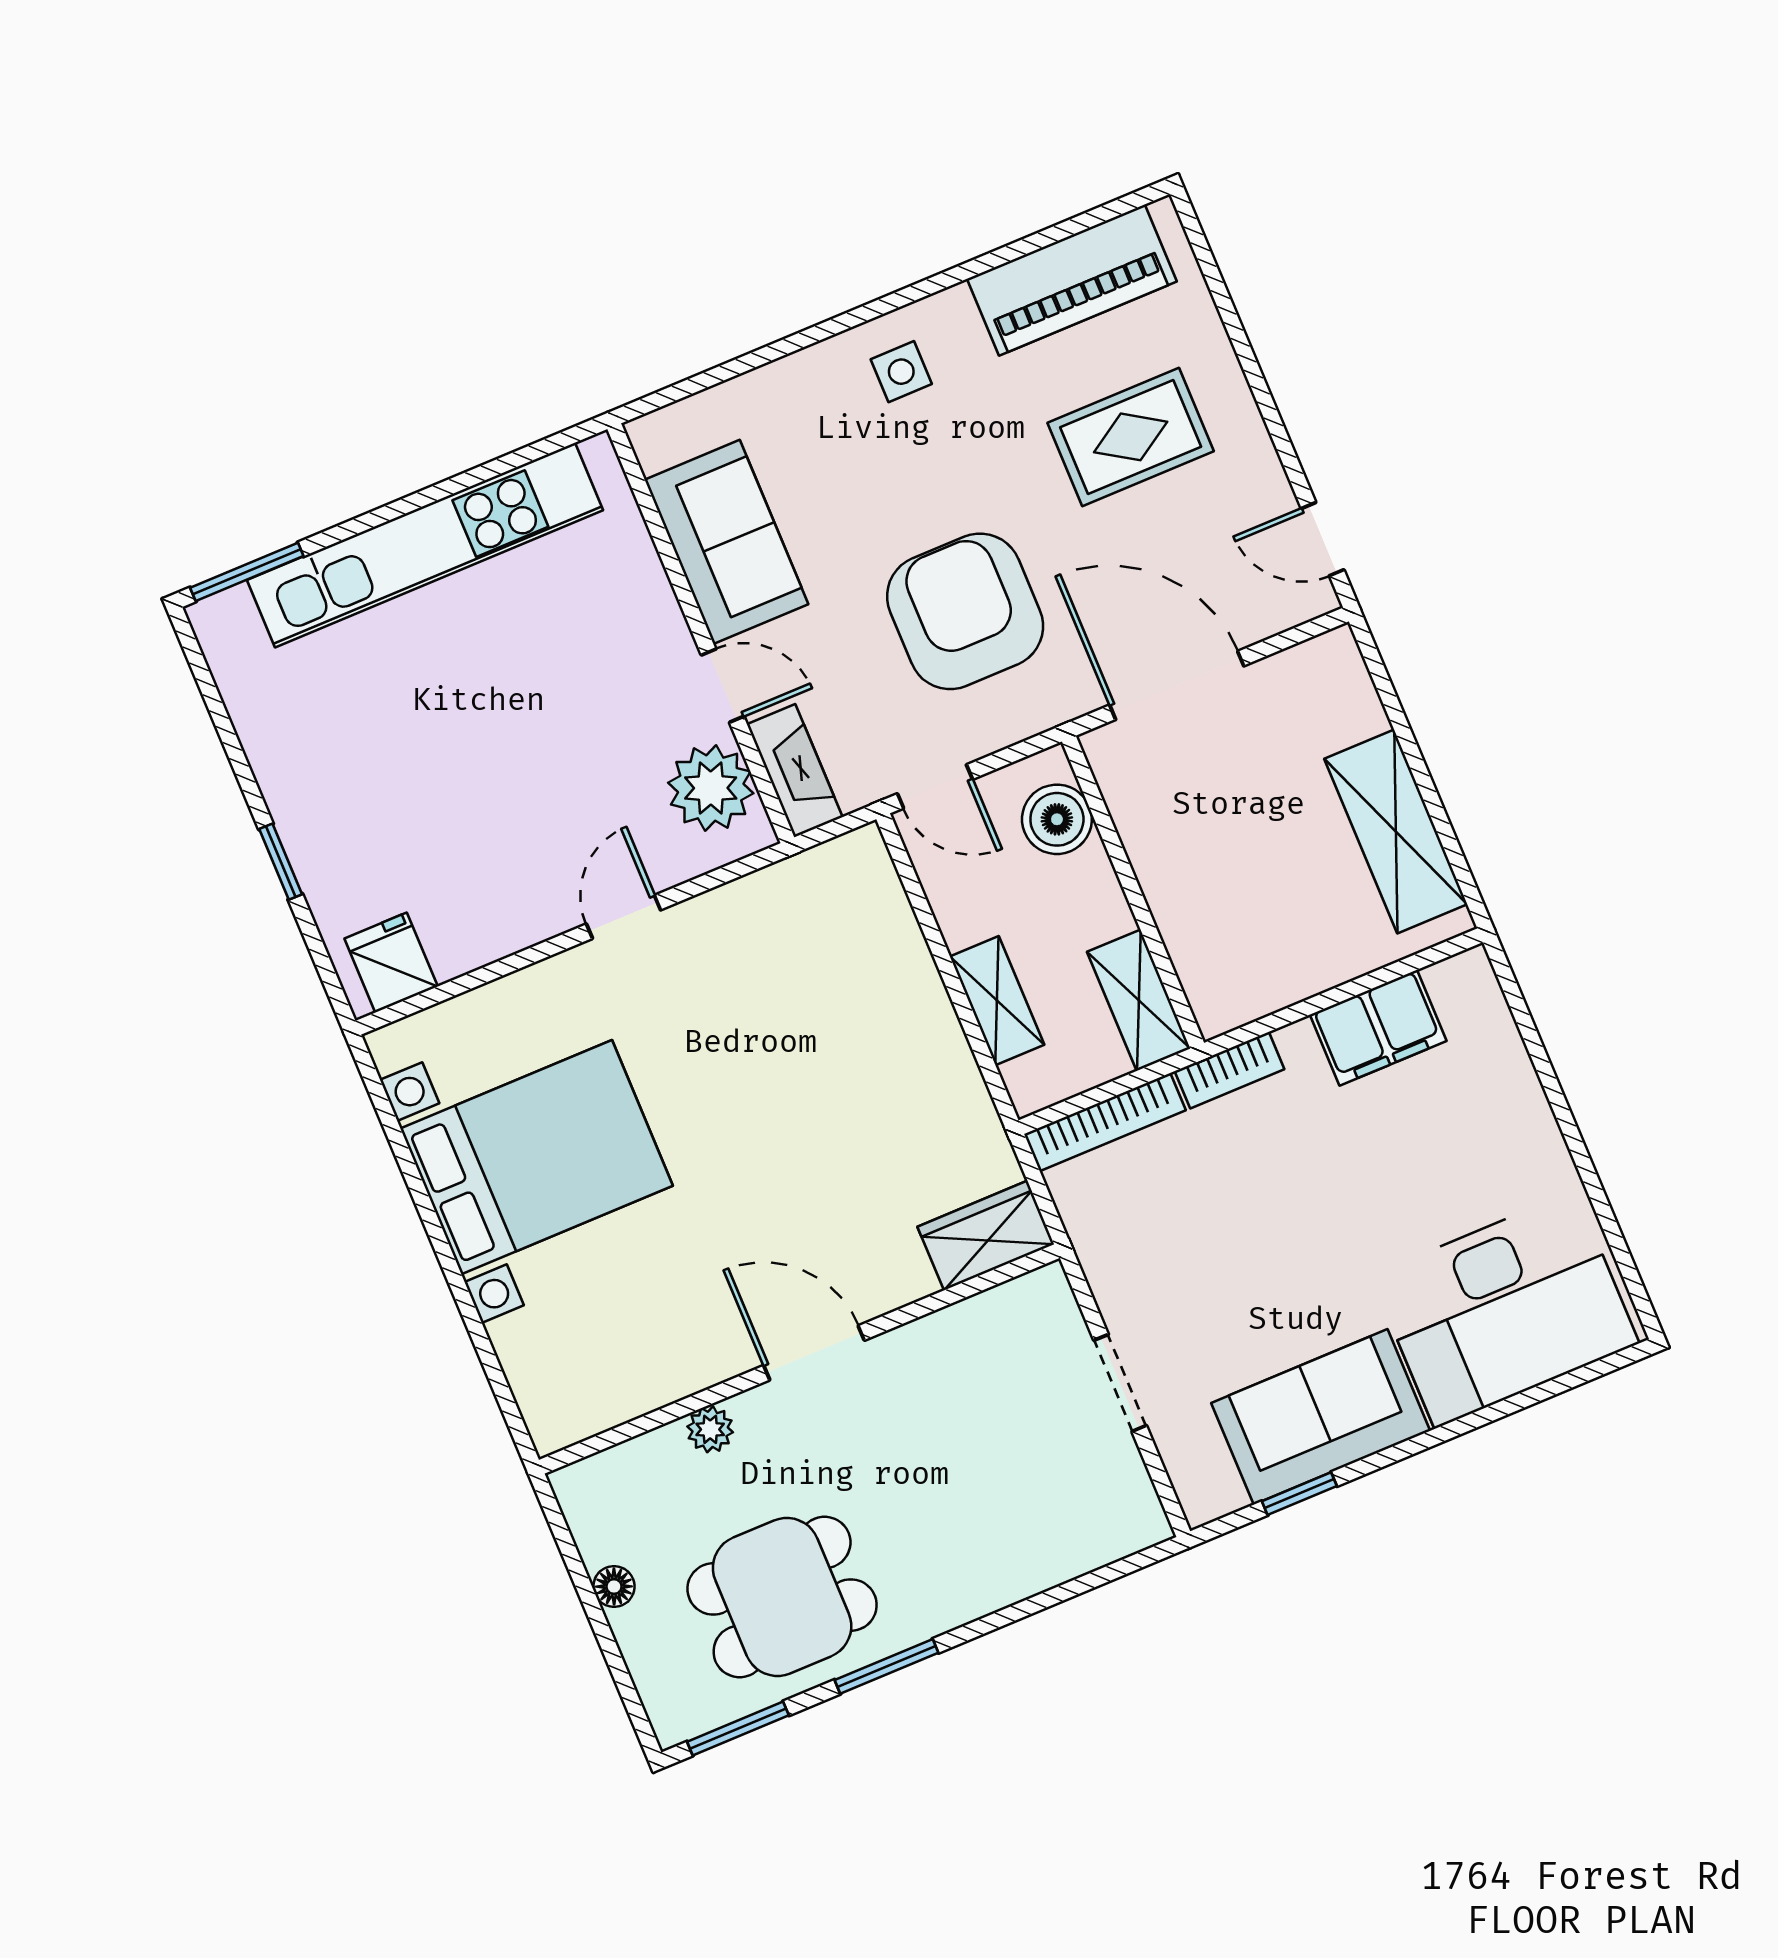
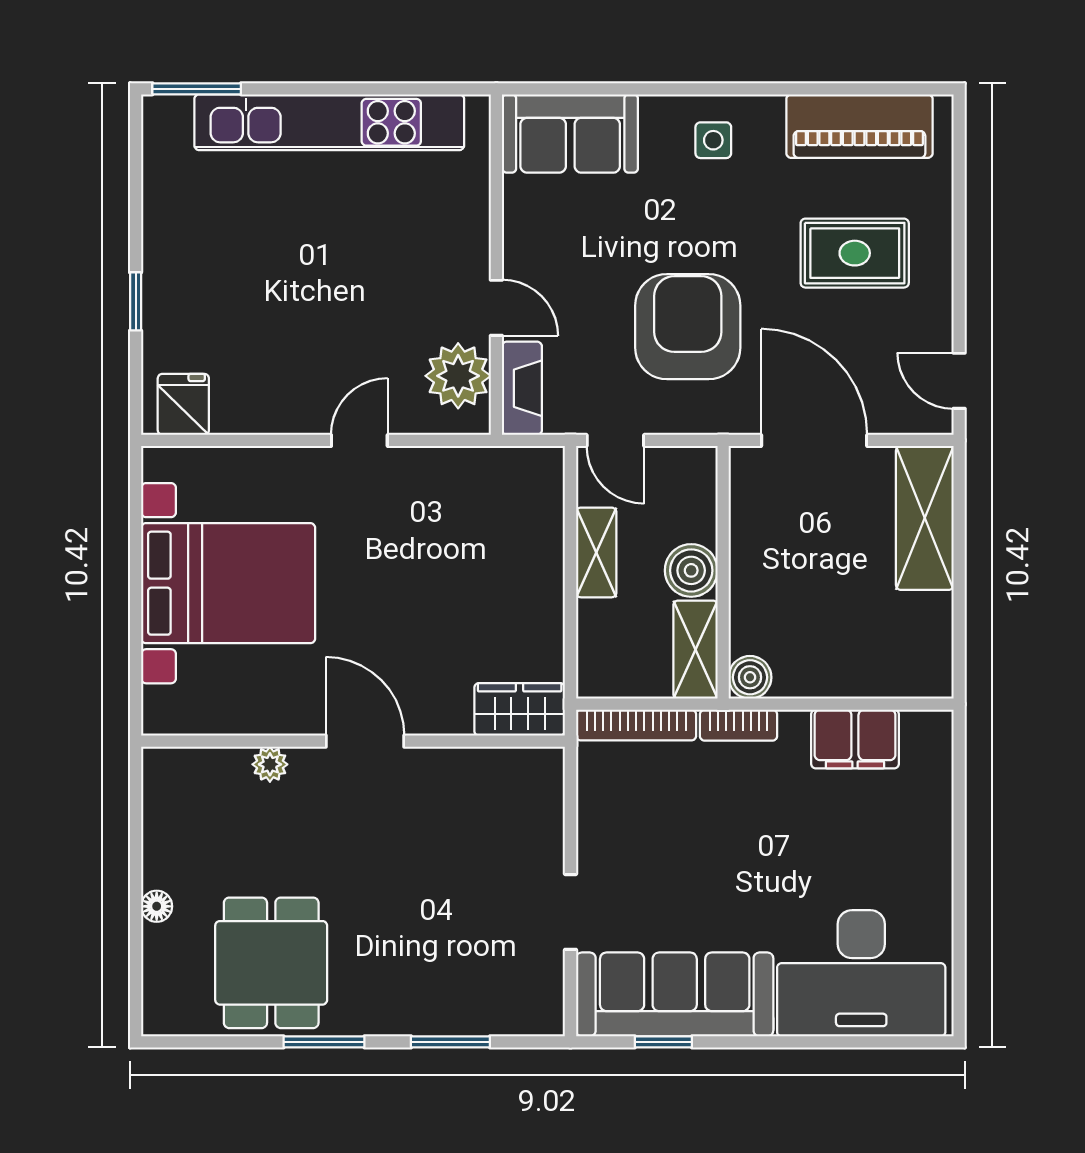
sofa: (726, 542) -> (570, 133), moved, turned 90
boiler: (1057, 819) -> (691, 570), moved
shelving: (1396, 831) -> (925, 518), moved
shelving: (997, 1001) -> (596, 552), moved
boiler: (1219, 1006) -> (750, 677), added
wardrobe: (986, 1235) -> (520, 709), moved
door: (814, 1353) -> (365, 741), moved
wall: (799, 1359) -> (353, 741), moved
sofa: (1321, 1417) -> (675, 994), width x1.36
plant: (710, 1429) -> (270, 764), moved
dining table: (782, 1597) -> (271, 963), turned 90
window: (738, 1728) -> (450, 1042), moved

